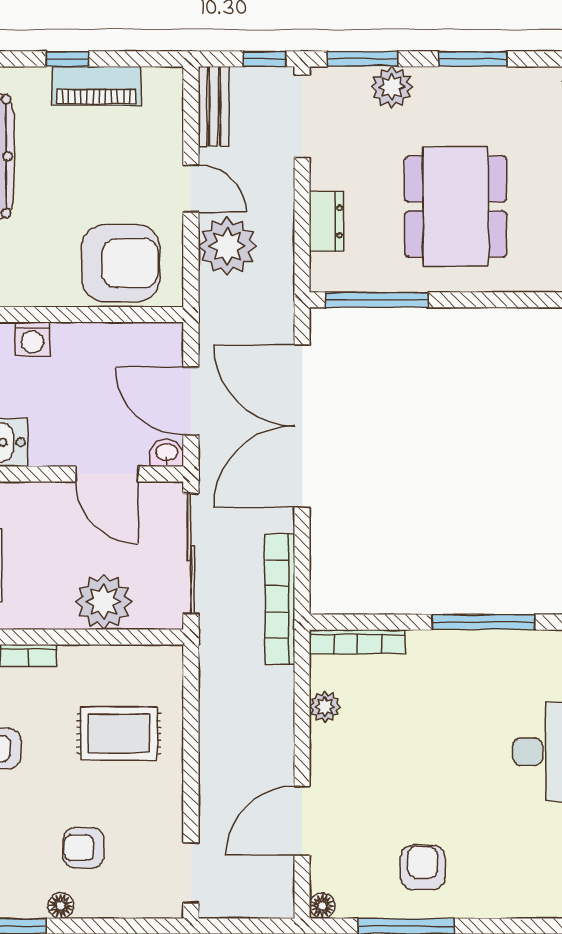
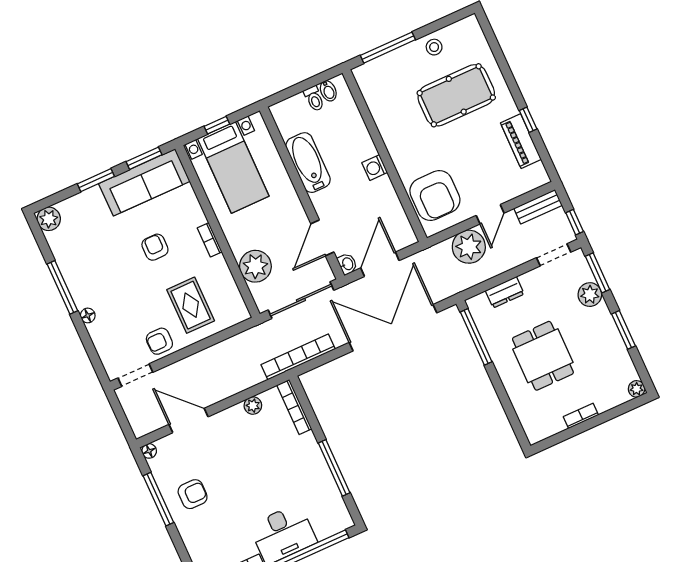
doorway: (302, 116) -> (554, 255), width x0.73
dining table: (456, 207) -> (543, 356), width x0.73
armchair: (84, 848) -> (159, 341), moved, turned -90

